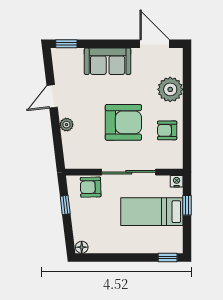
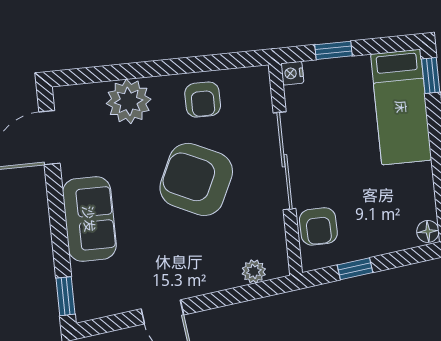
armchair: (123, 122) -> (196, 179), turned -65
plant: (67, 125) -> (254, 271), moved
bed: (152, 212) -> (401, 107), moved

